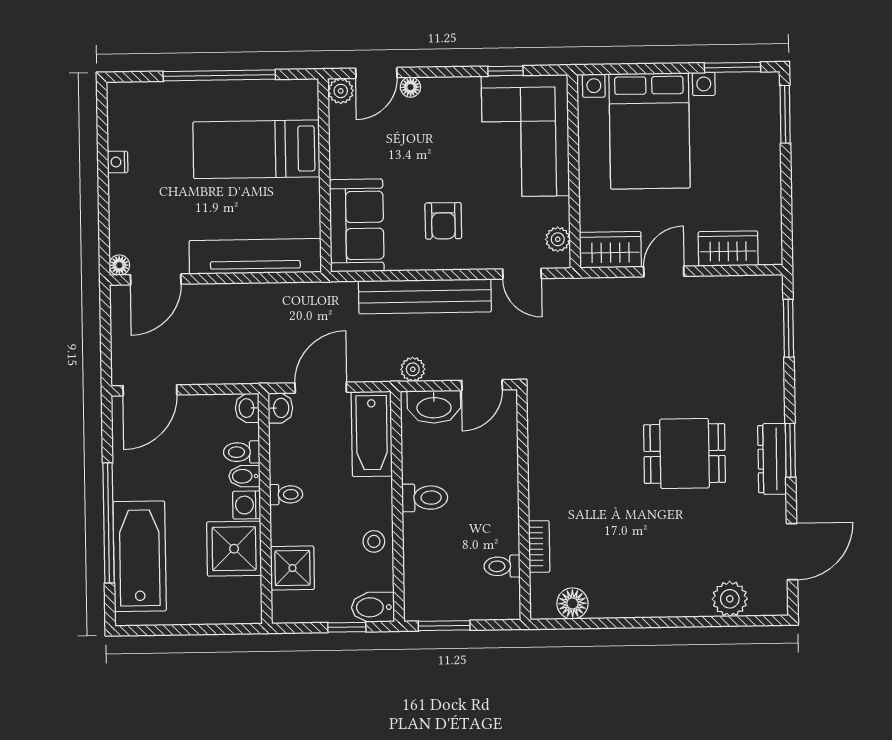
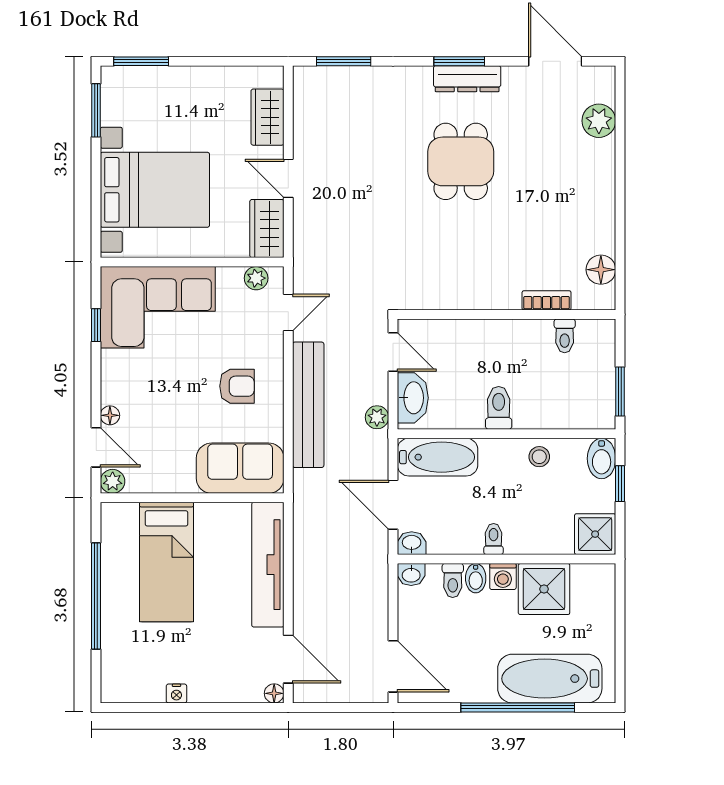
shower: (292, 568) -> (595, 534), moved

